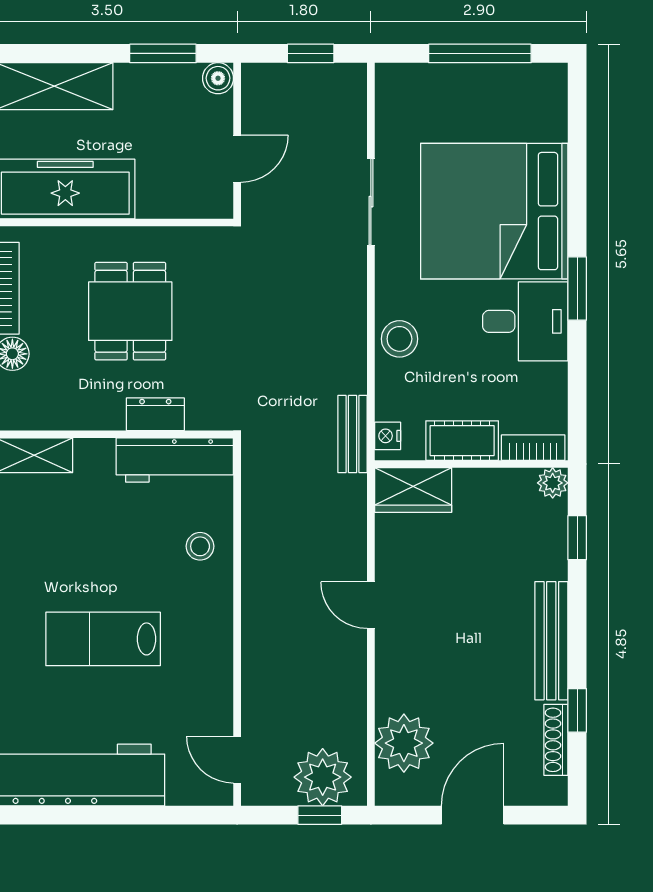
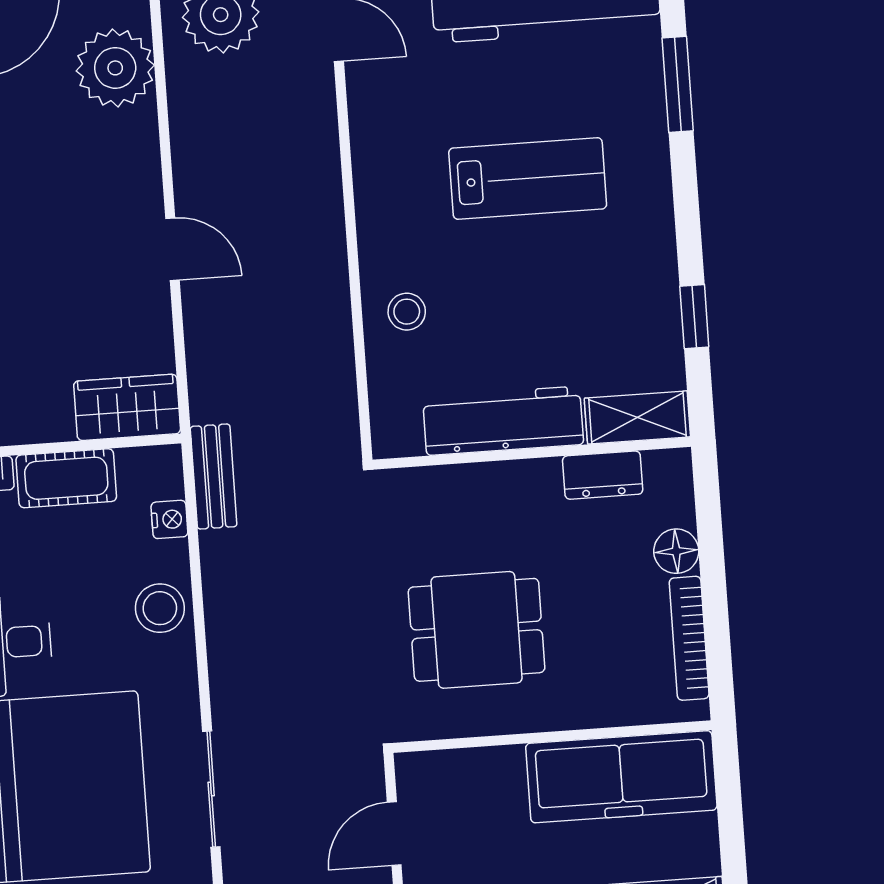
dining table: (130, 311) -> (477, 630), moved, turned 90
dresser: (155, 414) -> (603, 475), moved
nightstand: (388, 436) -> (169, 519), moved
workbench: (175, 460) -> (503, 421), moved

